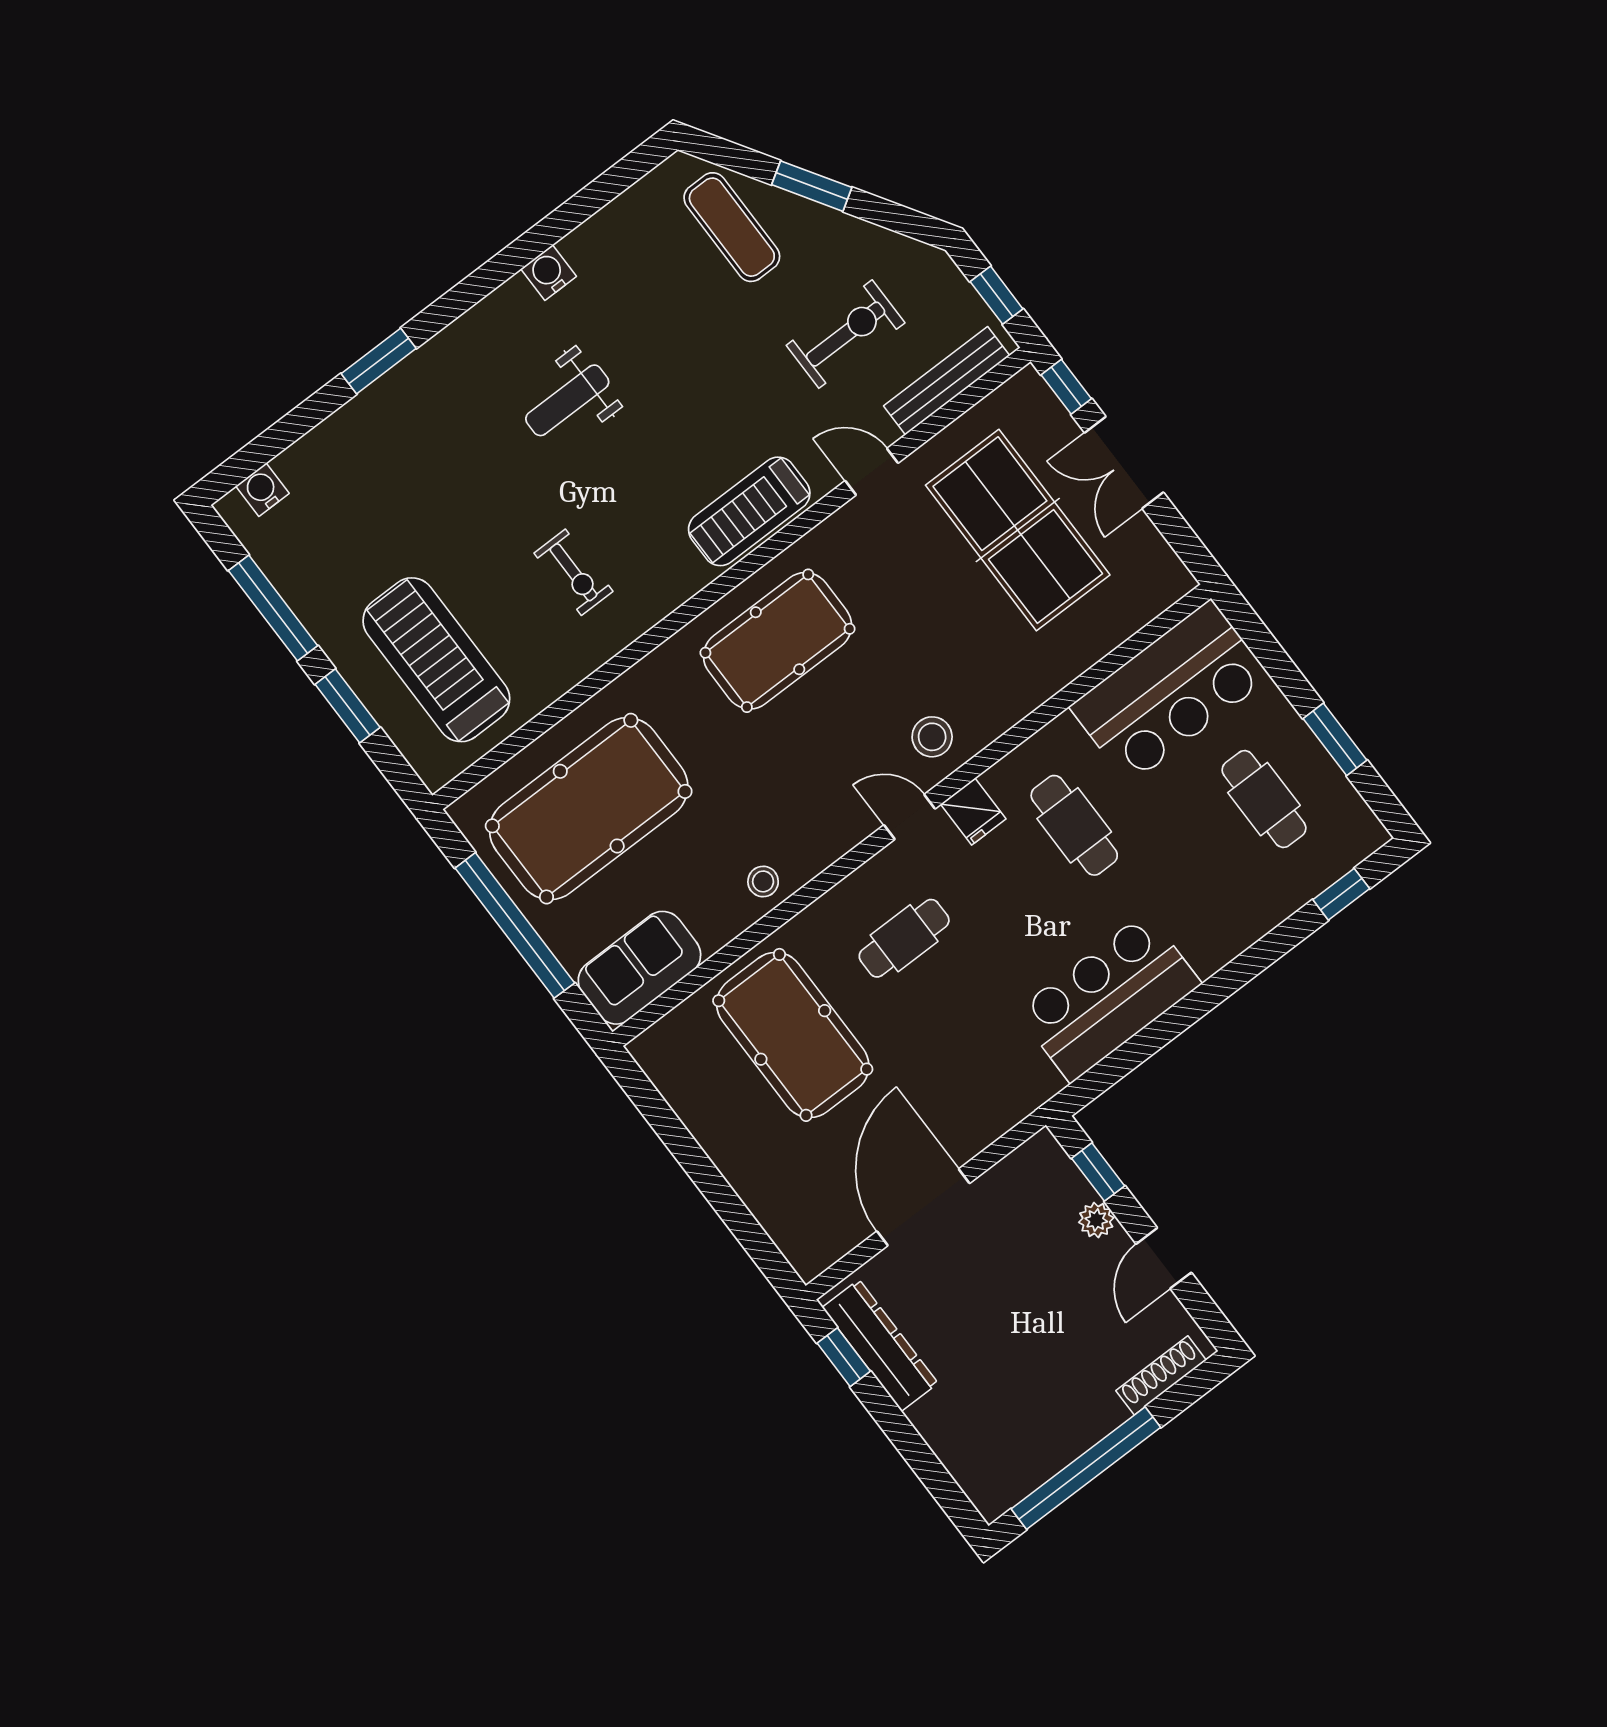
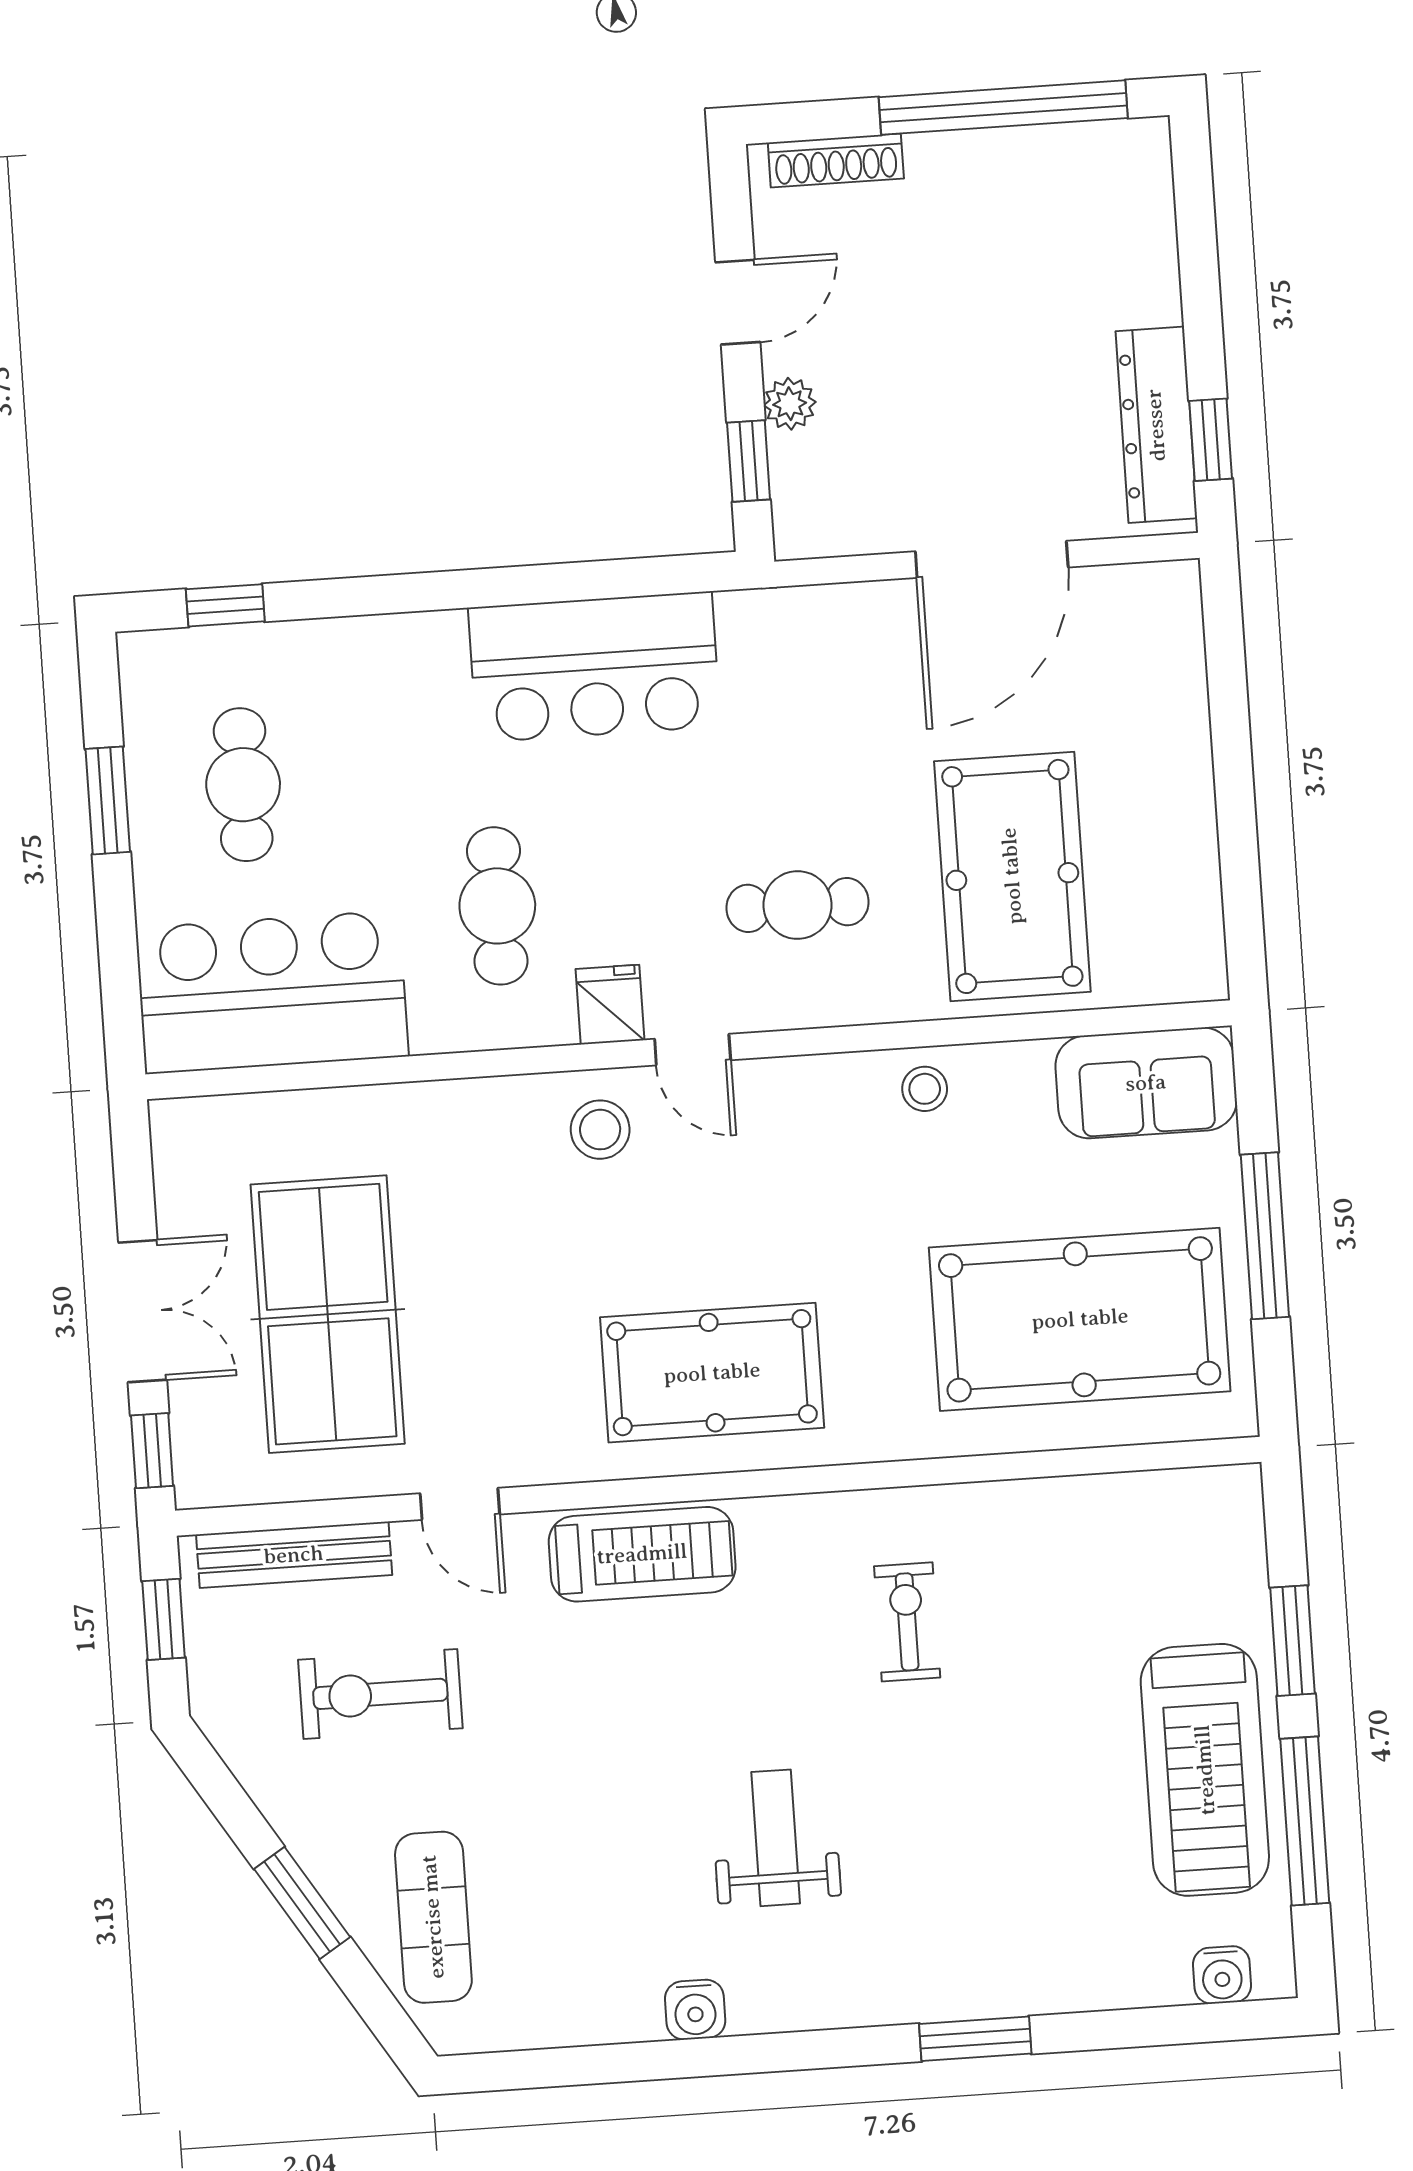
weight bench: (567, 400) -> (776, 1838), turned -90
treadmill: (436, 660) -> (1205, 1770), moved
window: (515, 925) -> (1265, 1236), width x0.68

